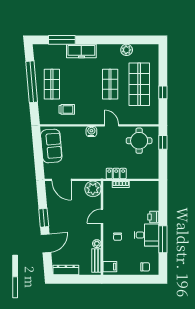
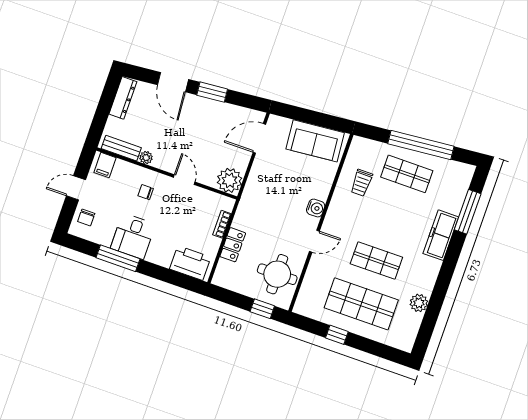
locker: (116, 173) -> (233, 245), moved
printer: (153, 217) -> (190, 263), moved, width x1.87, depth x1.48
door: (130, 279) -> (76, 188), added

